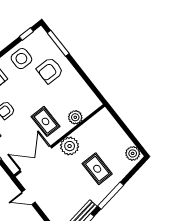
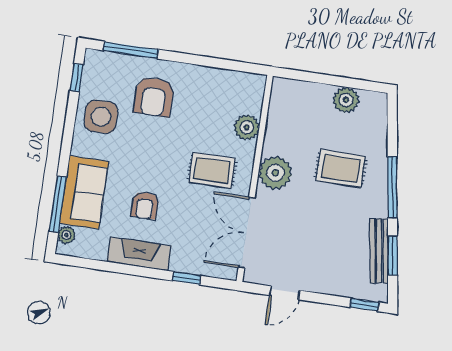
plant: (133, 153) -> (346, 100), moved

